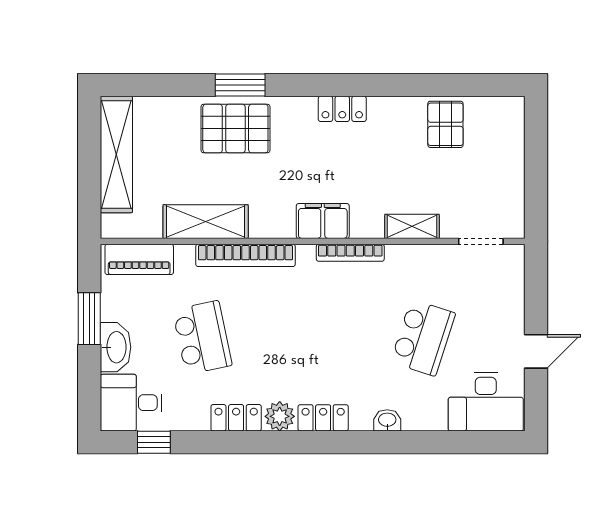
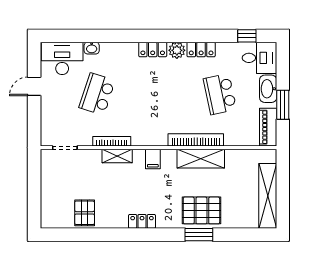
filing cabinet: (323, 221) -> (153, 159), width x0.50
shelving: (206, 222) -> (201, 159), moved
shelving: (412, 226) -> (117, 156), moved
bookcase: (350, 253) -> (112, 141), moved
piano: (139, 259) -> (268, 127), moved, turned -90
washbasin: (387, 420) -> (92, 48), moved

